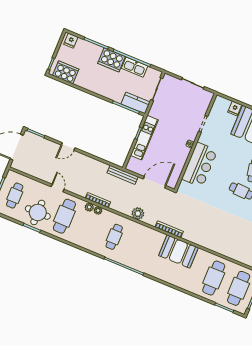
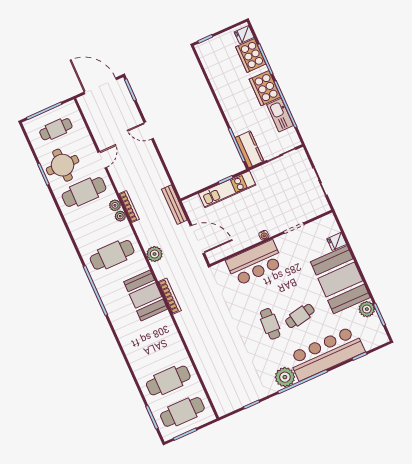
cooker: (66, 72) -> (251, 55), moved, turned 180
cafe table: (114, 237) -> (112, 255), width x1.37, depth x1.35
booth: (178, 252) -> (146, 295), moved

